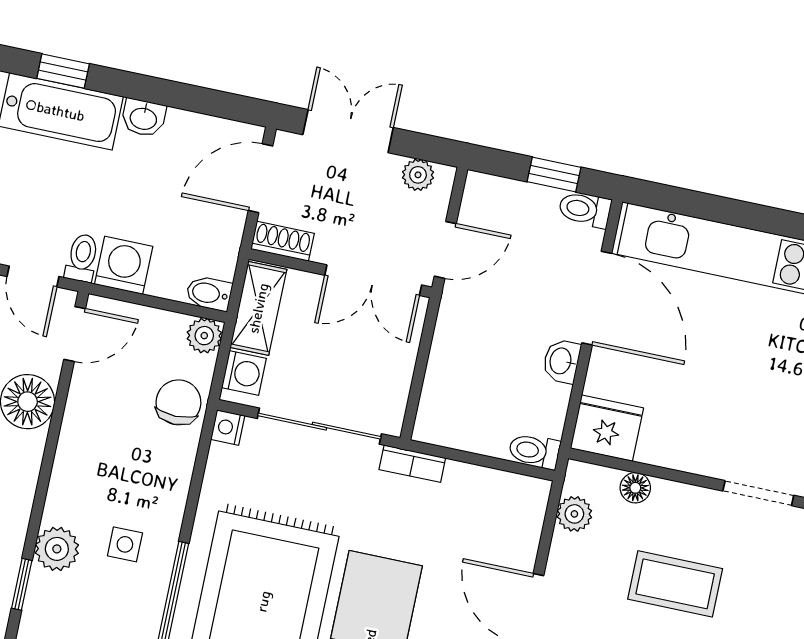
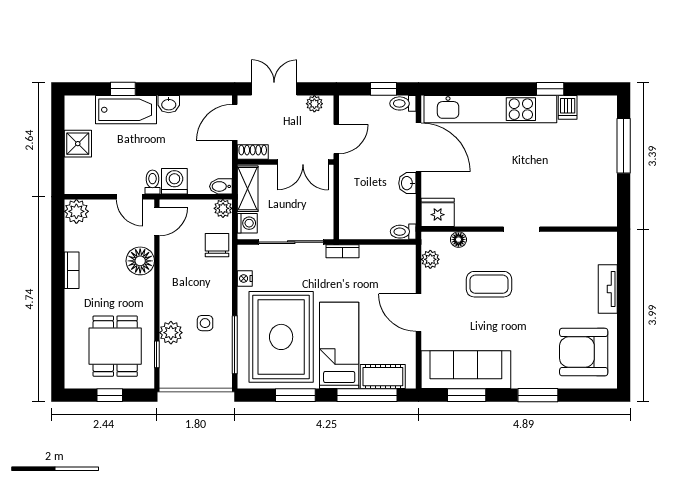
nightstand: (228, 427) -> (245, 279), moved

